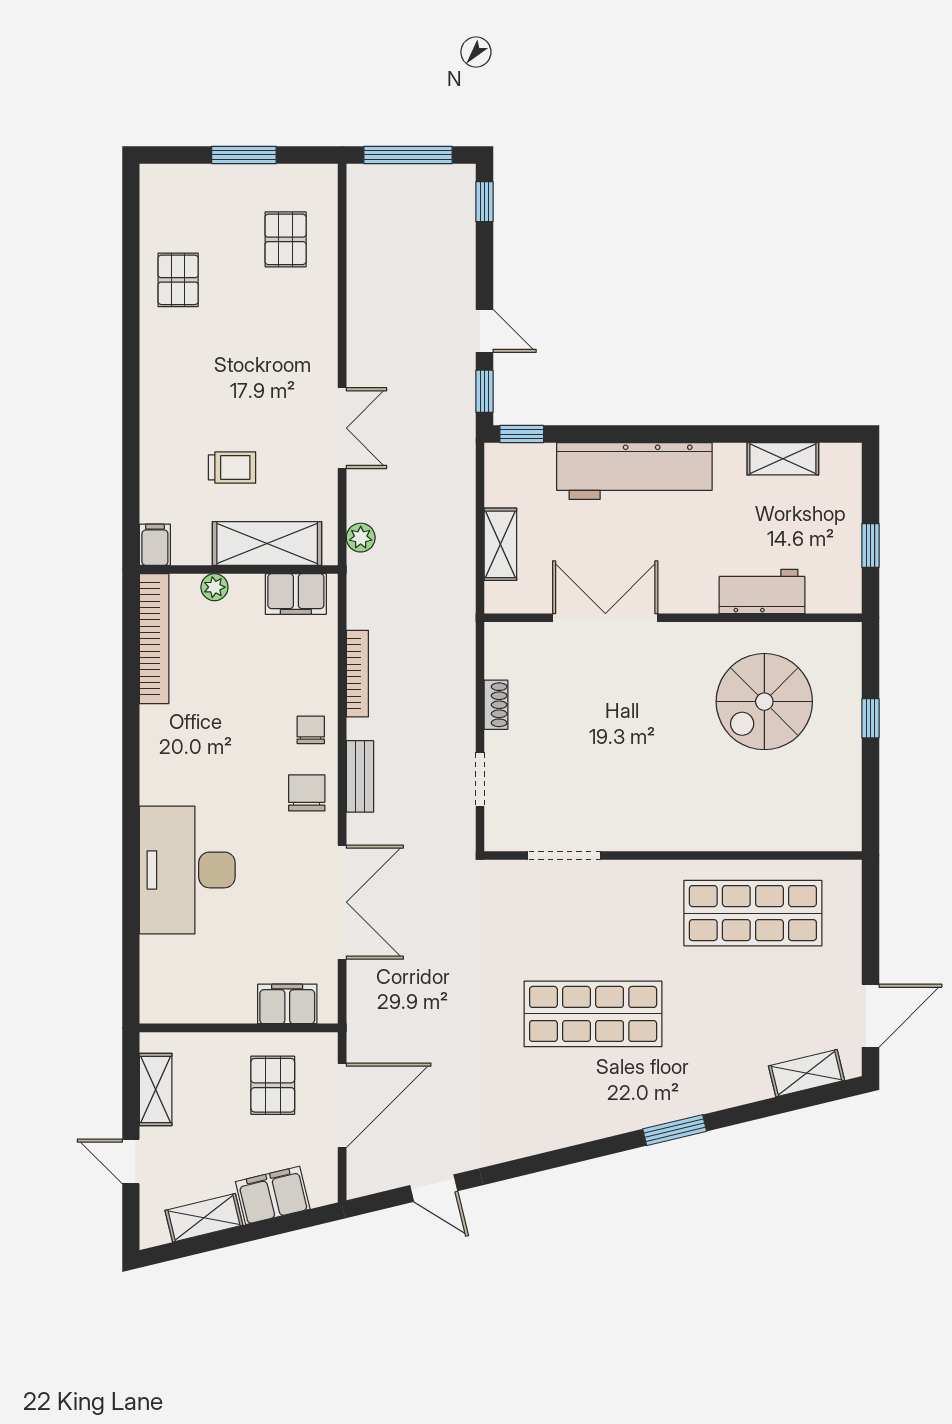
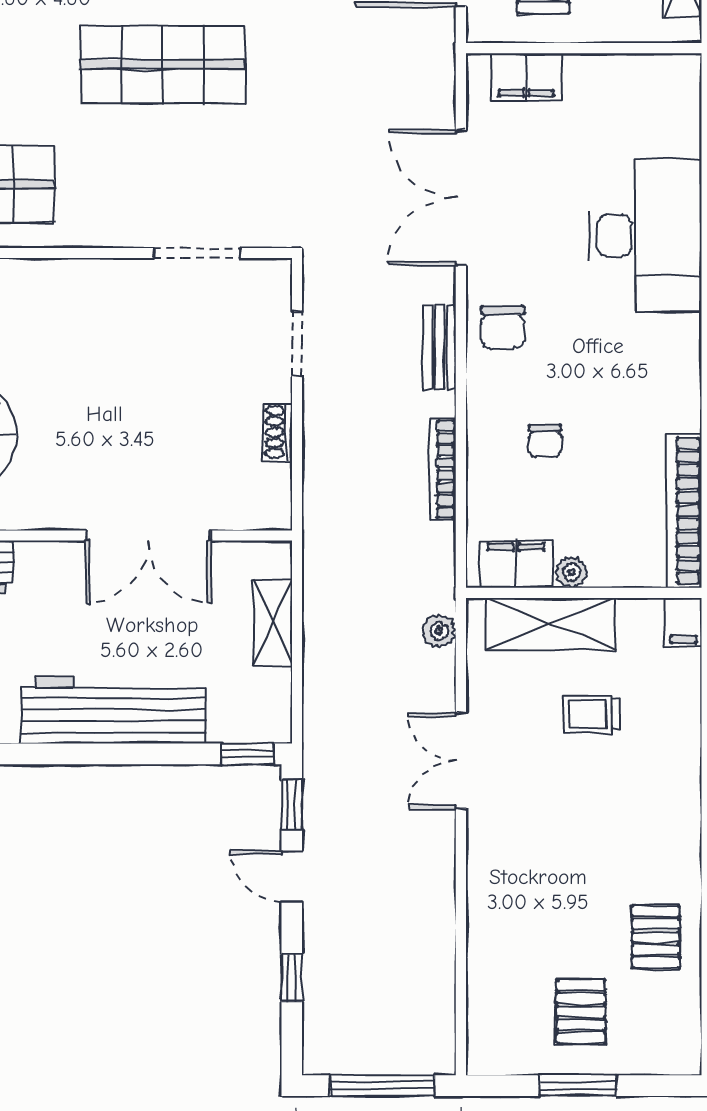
window: (484, 202) -> (292, 977), moved
pallet: (286, 239) -> (581, 1012), moved
plant: (214, 587) -> (571, 572), moved
chair: (311, 730) -> (545, 441), moved

